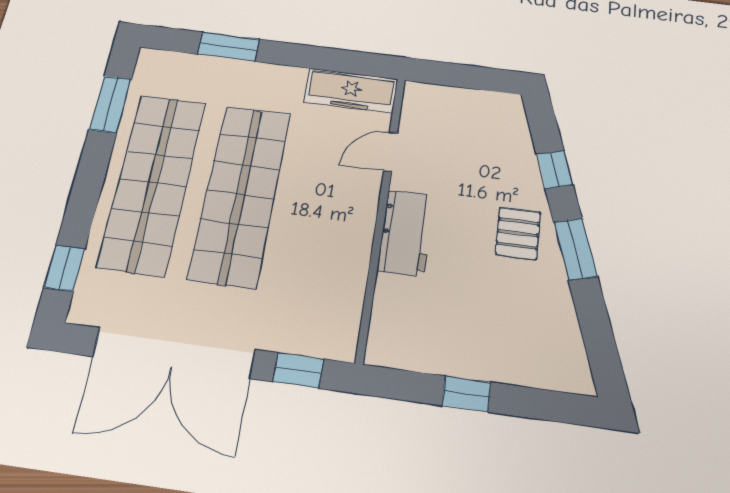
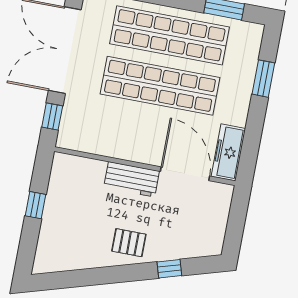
door: (391, 152) -> (185, 174), width x1.87
window: (575, 249) -> (118, 274), removed

